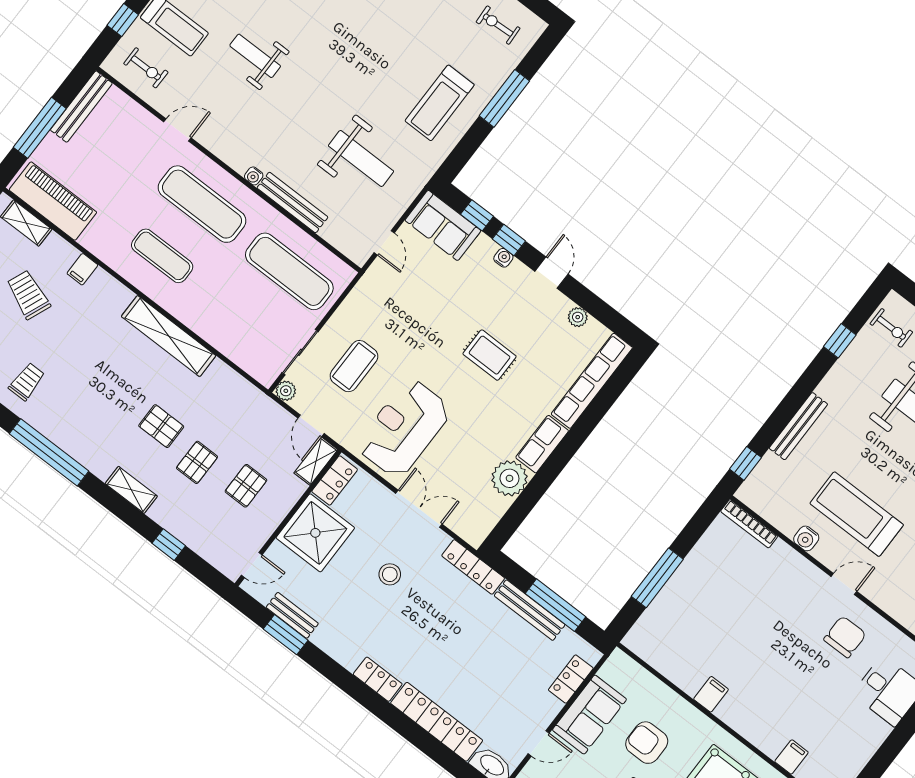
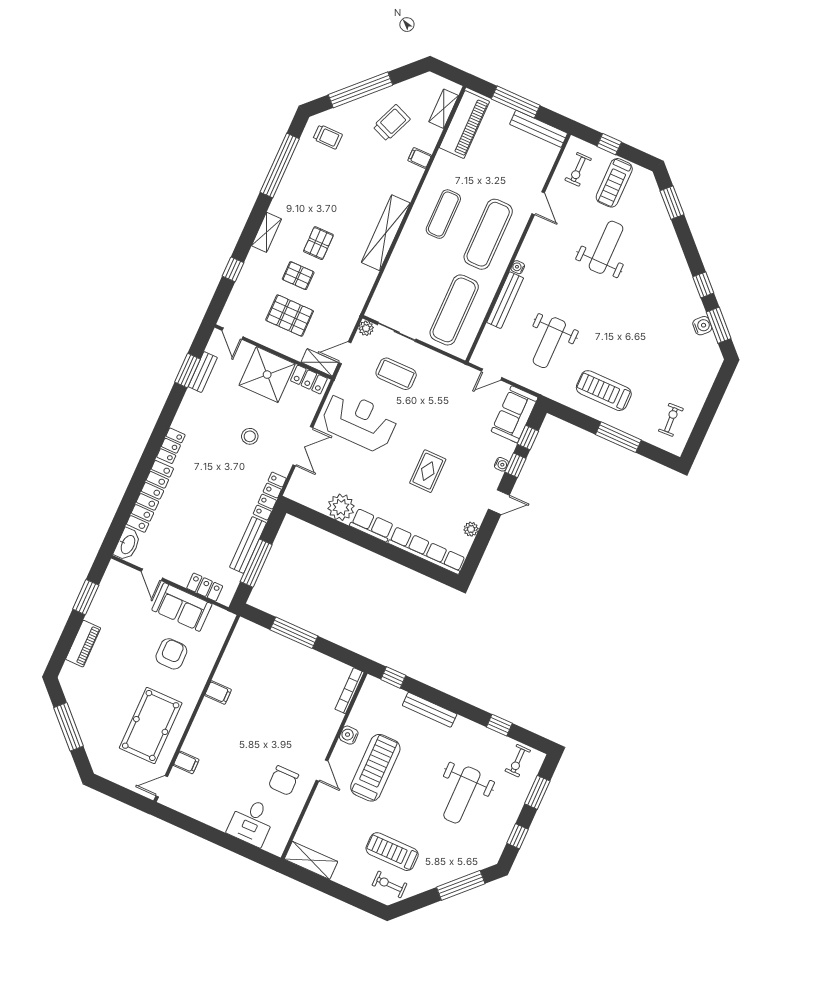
weight bench: (255, 56) -> (606, 247), width x1.36, depth x1.33
pallet: (246, 486) -> (290, 316), width x1.50, depth x1.42
chair: (845, 637) -> (283, 781), turned 90

